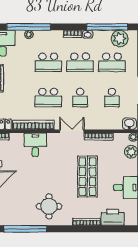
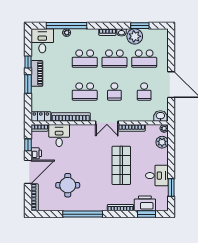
window: (107, 27) -> (140, 26), width x0.47
plant: (120, 39) -> (135, 36), moved
double door: (72, 131) -> (107, 123), swing flipped
desk: (35, 145) -> (59, 136), moved
round table: (49, 206) -> (68, 185), moved
window: (25, 229) -> (83, 214), moved
window: (114, 229) -> (146, 214), added

